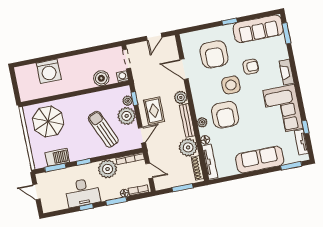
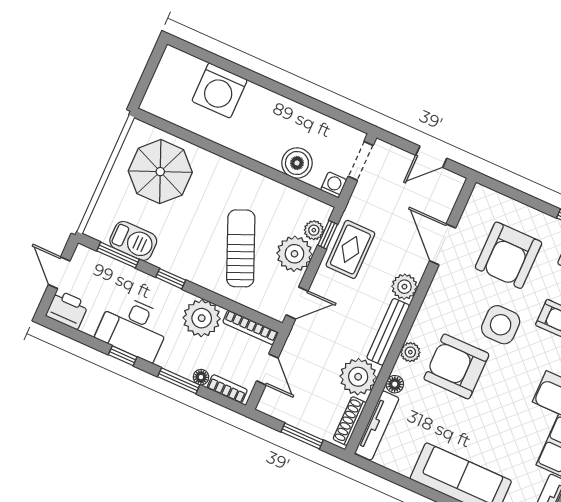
rug: (154, 111) -> (350, 249), moved
armchair: (225, 115) -> (456, 366), turned 90
printer: (50, 204) -> (67, 310), added

